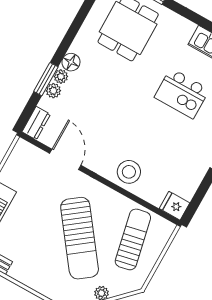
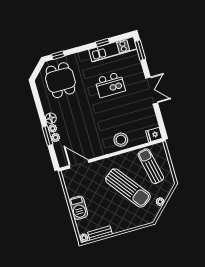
dresser: (36, 123) -> (62, 158), removed
door: (65, 159) -> (79, 164), moved

